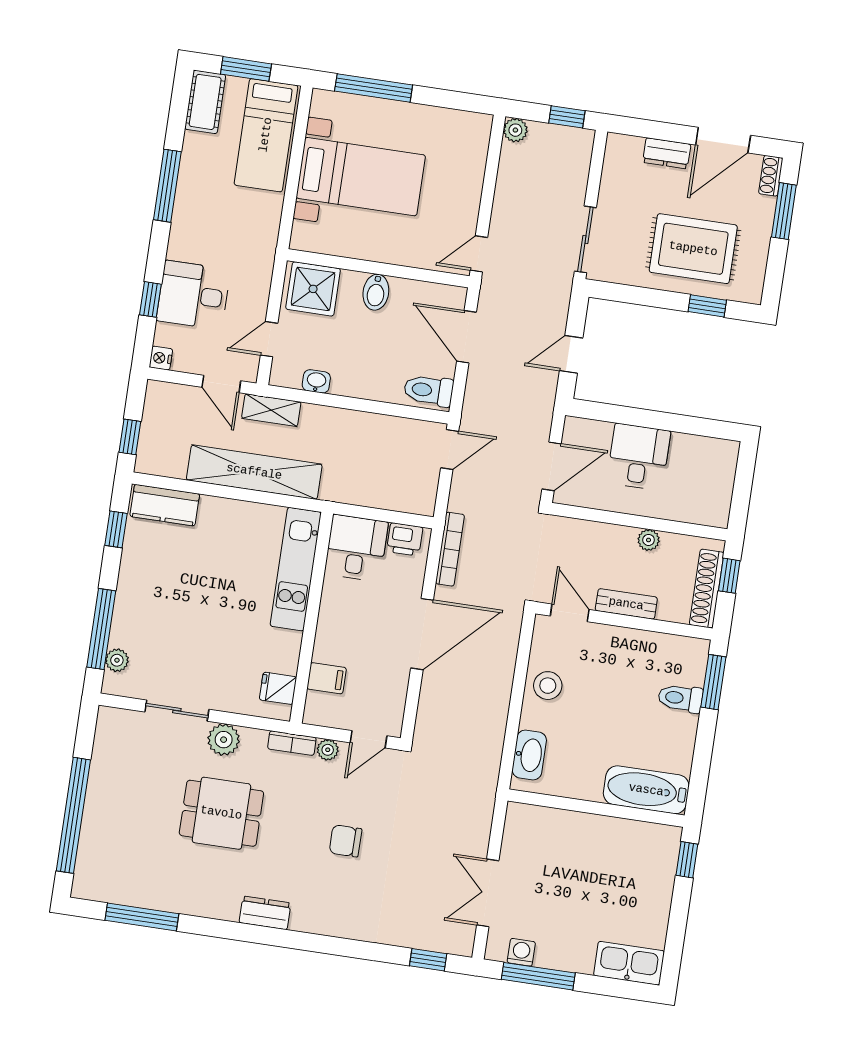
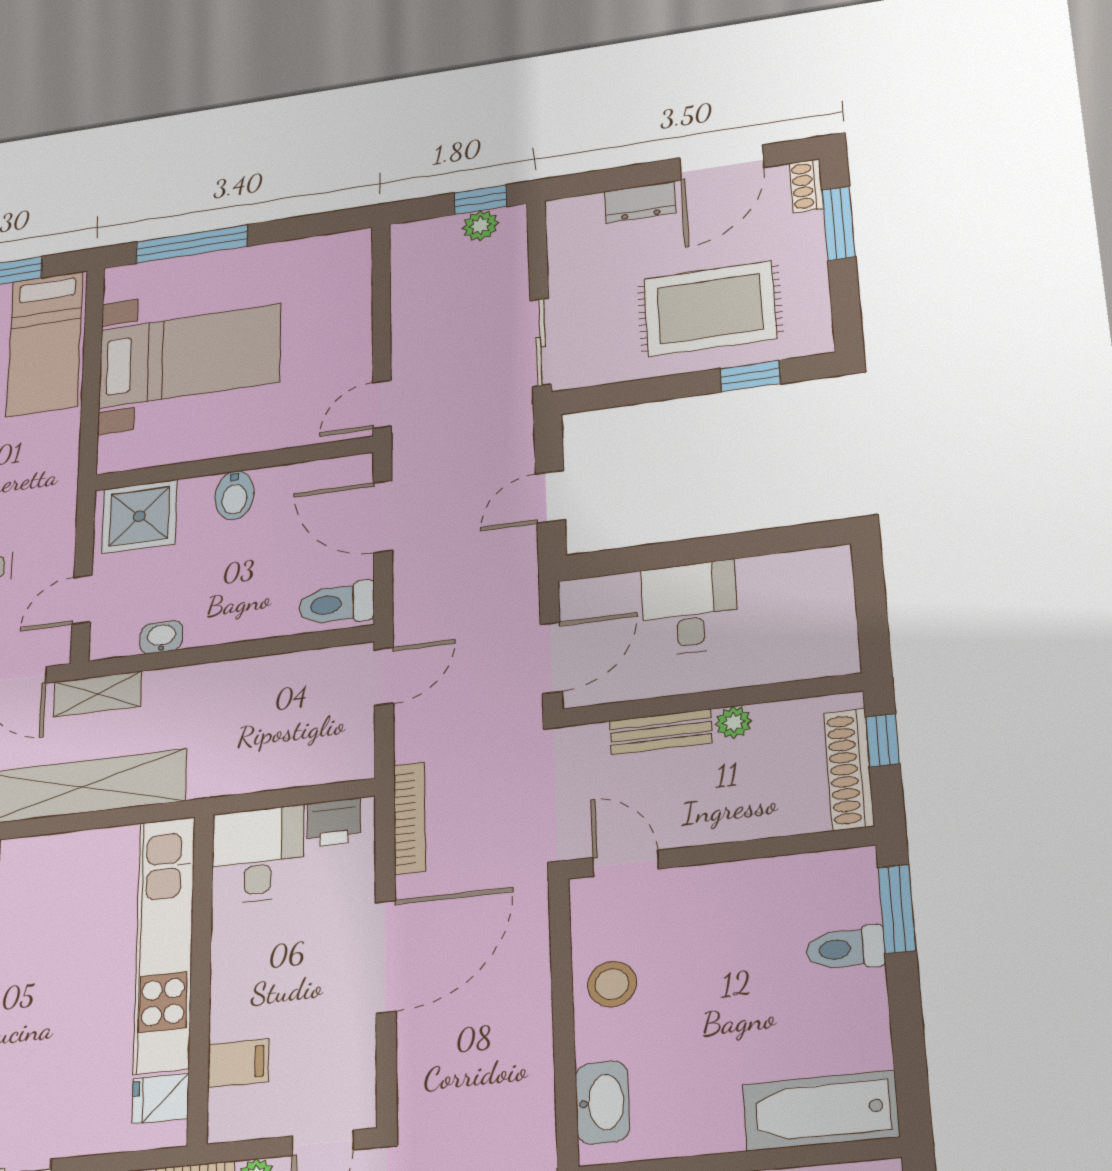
plant: (515, 130) -> (480, 226), moved
kitchen unit: (296, 569) -> (164, 944), width x1.36
bench: (626, 604) -> (661, 732), moved

